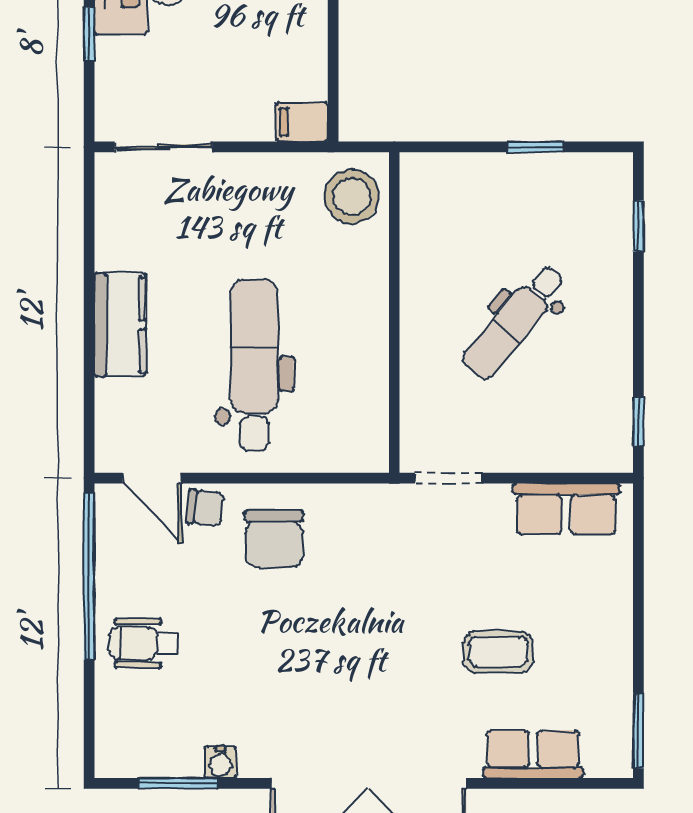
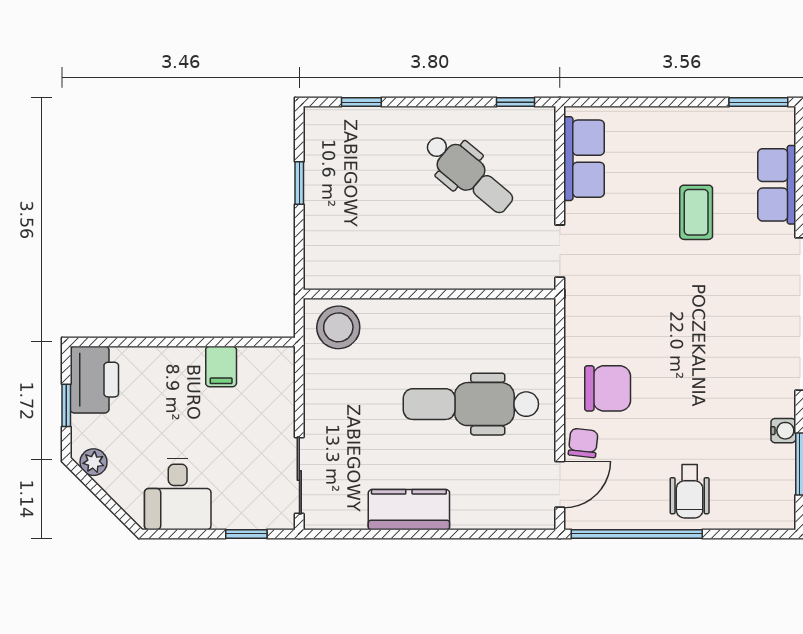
window: (89, 34) -> (246, 534), moved
filing cabinet: (302, 122) -> (221, 366), moved
dental chair: (514, 322) -> (469, 174), moved
kitchen counter: (120, 325) -> (409, 510), moved

